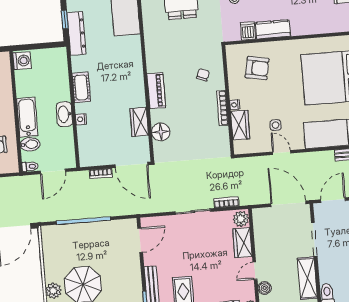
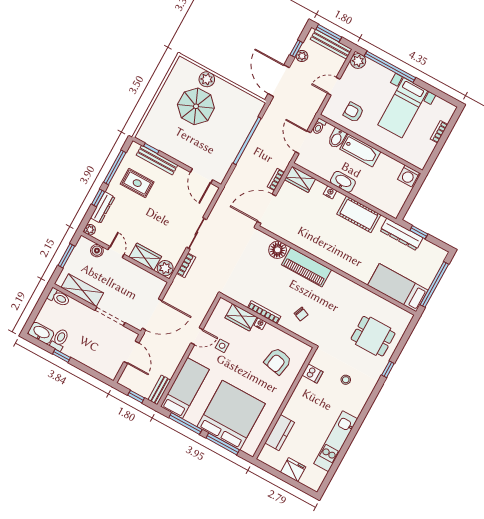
kitchen counter: (273, 29) -> (280, 433), moved
cot: (81, 87) -> (359, 214), width x1.37, depth x1.34
piano: (156, 91) -> (306, 267), width x1.37, depth x1.33
wardrobe: (139, 122) -> (300, 179), moved, turned 180

